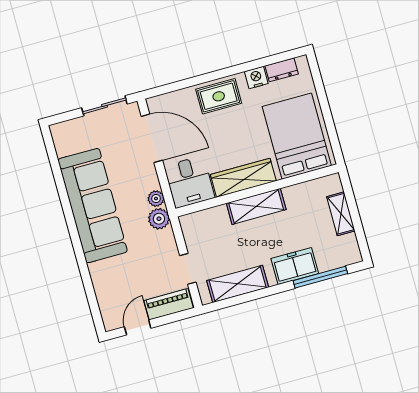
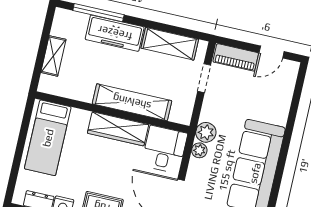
bed: (297, 136) -> (48, 138), width x0.67
shelving: (256, 206) -> (132, 102), width x1.47
freezer: (295, 266) -> (115, 33), width x1.40

